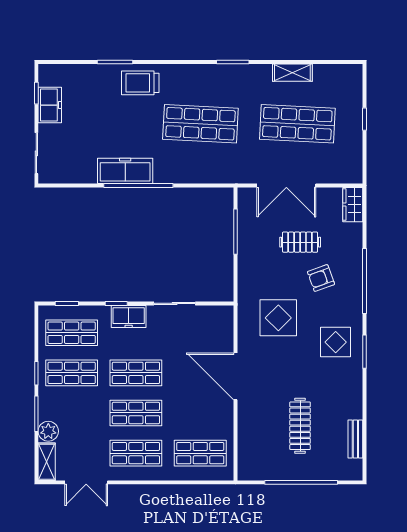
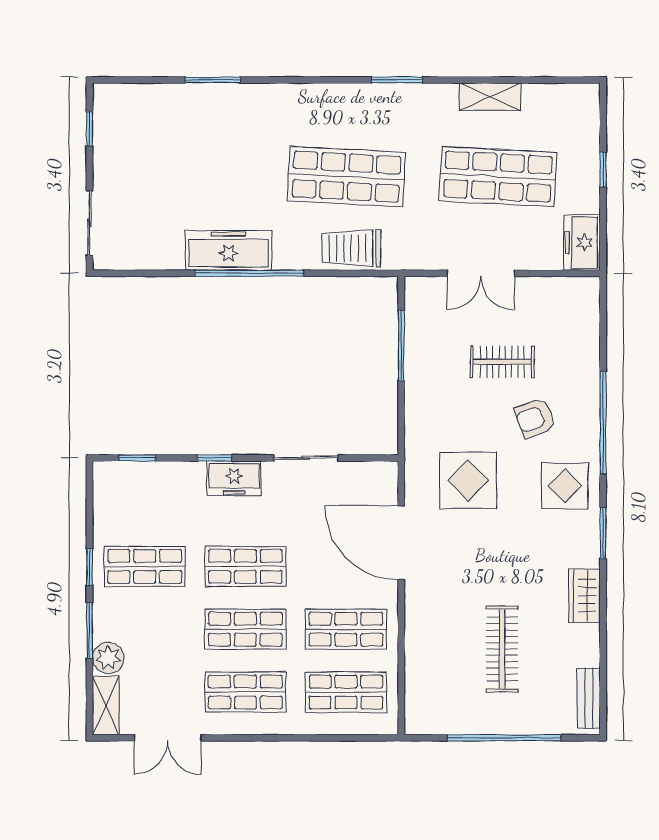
trolley: (140, 83) -> (352, 248), moved
freezer: (50, 105) -> (582, 242), moved, turned 180
double door: (286, 185) -> (481, 273), width x0.73
wardrobe: (353, 205) -> (585, 596), moved
shop shelf: (72, 333) -> (346, 629), moved
display table: (336, 342) -> (565, 486), moved
door: (236, 376) -> (401, 543), moved
bench: (355, 439) -> (589, 698), moved

